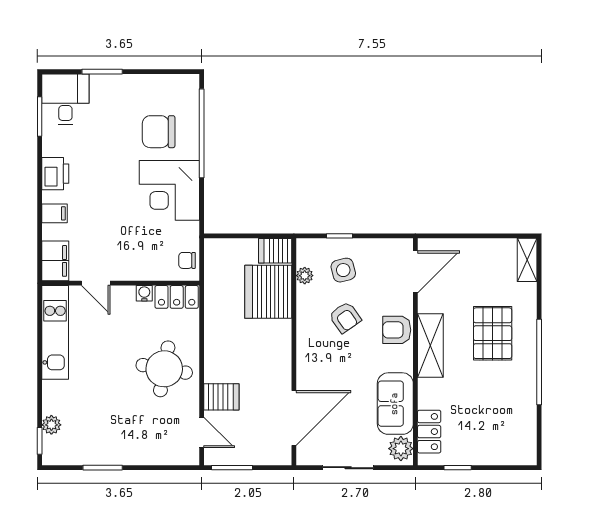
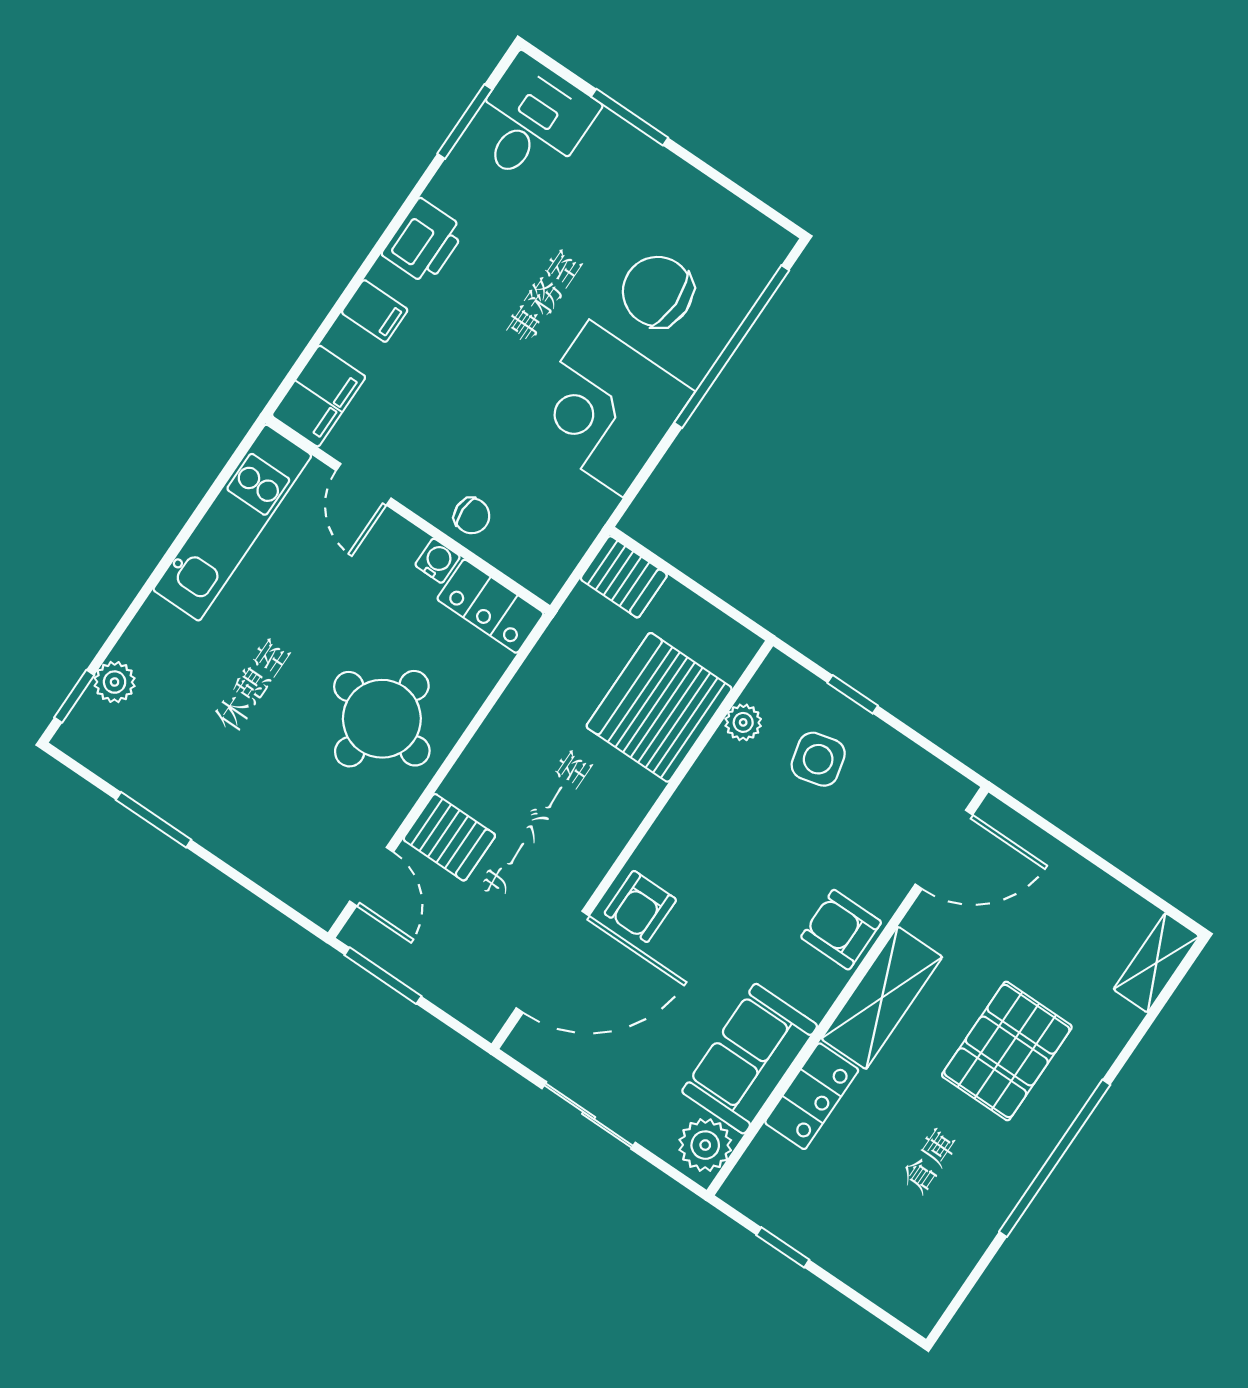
server rack: (275, 251) -> (624, 577), moved, turned 180
chair: (187, 260) -> (472, 516), moved, turned 180
armchair: (345, 317) -> (640, 906), moved, turned 35
locker: (429, 432) -> (812, 1096), moved

